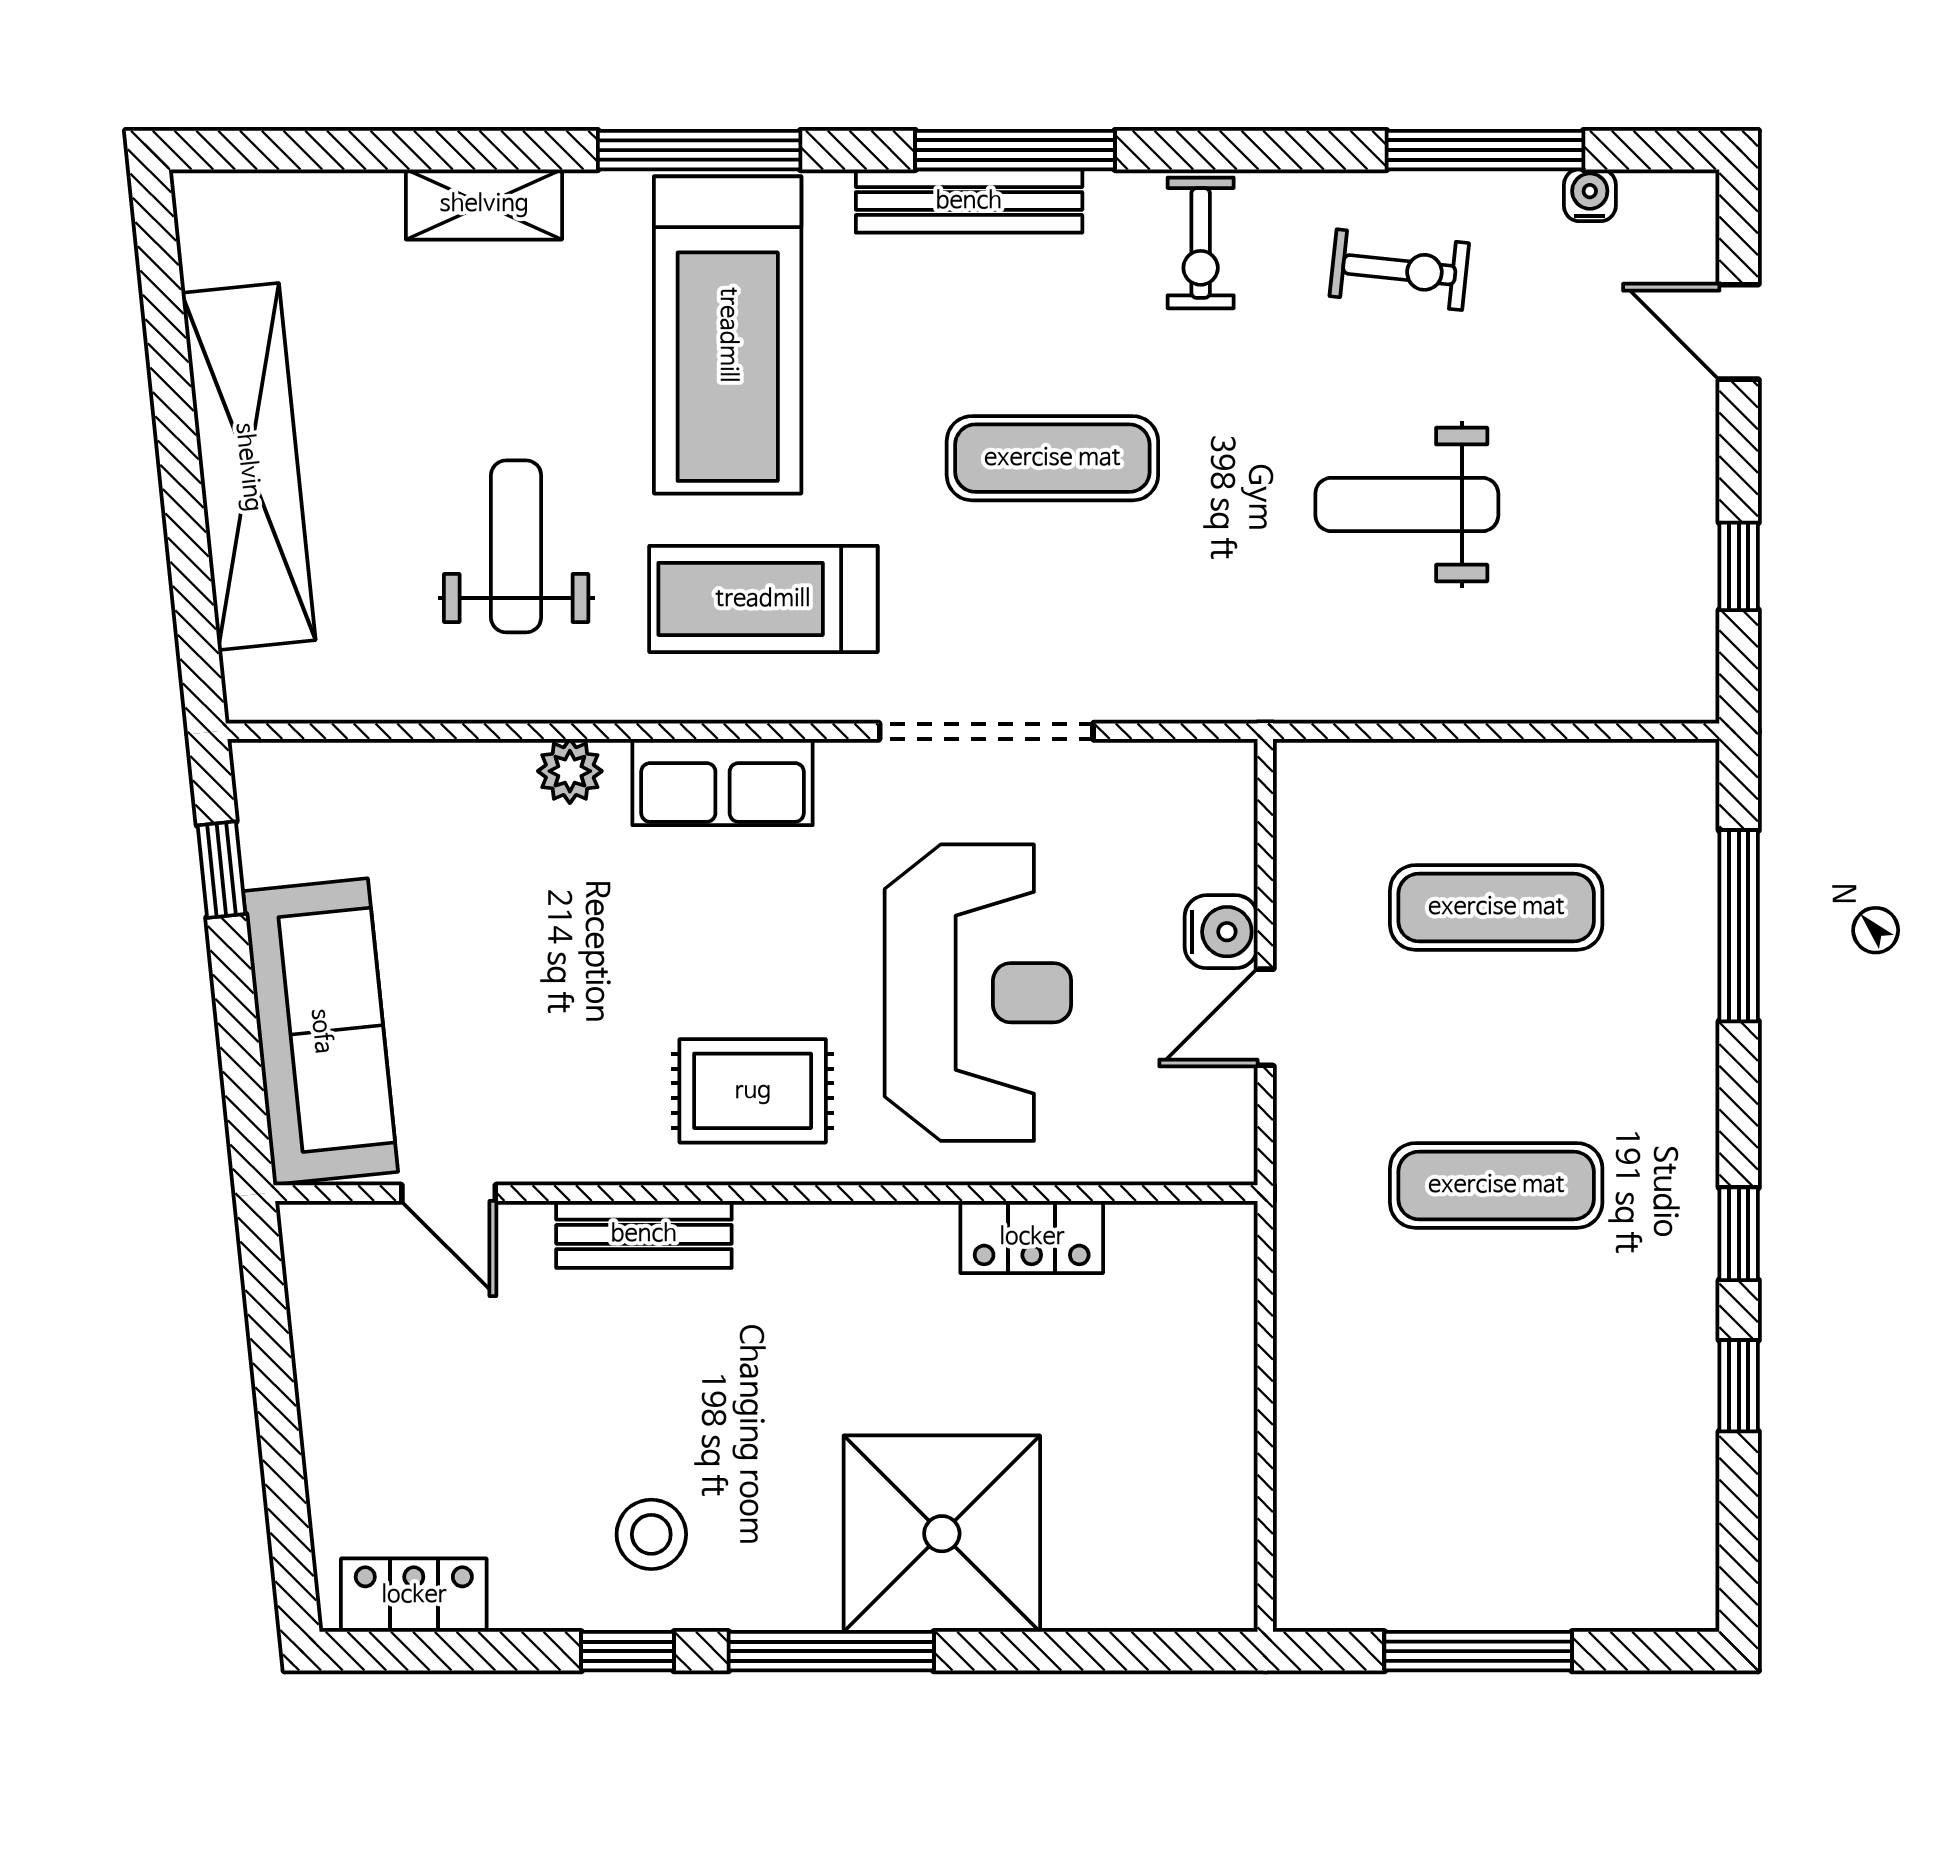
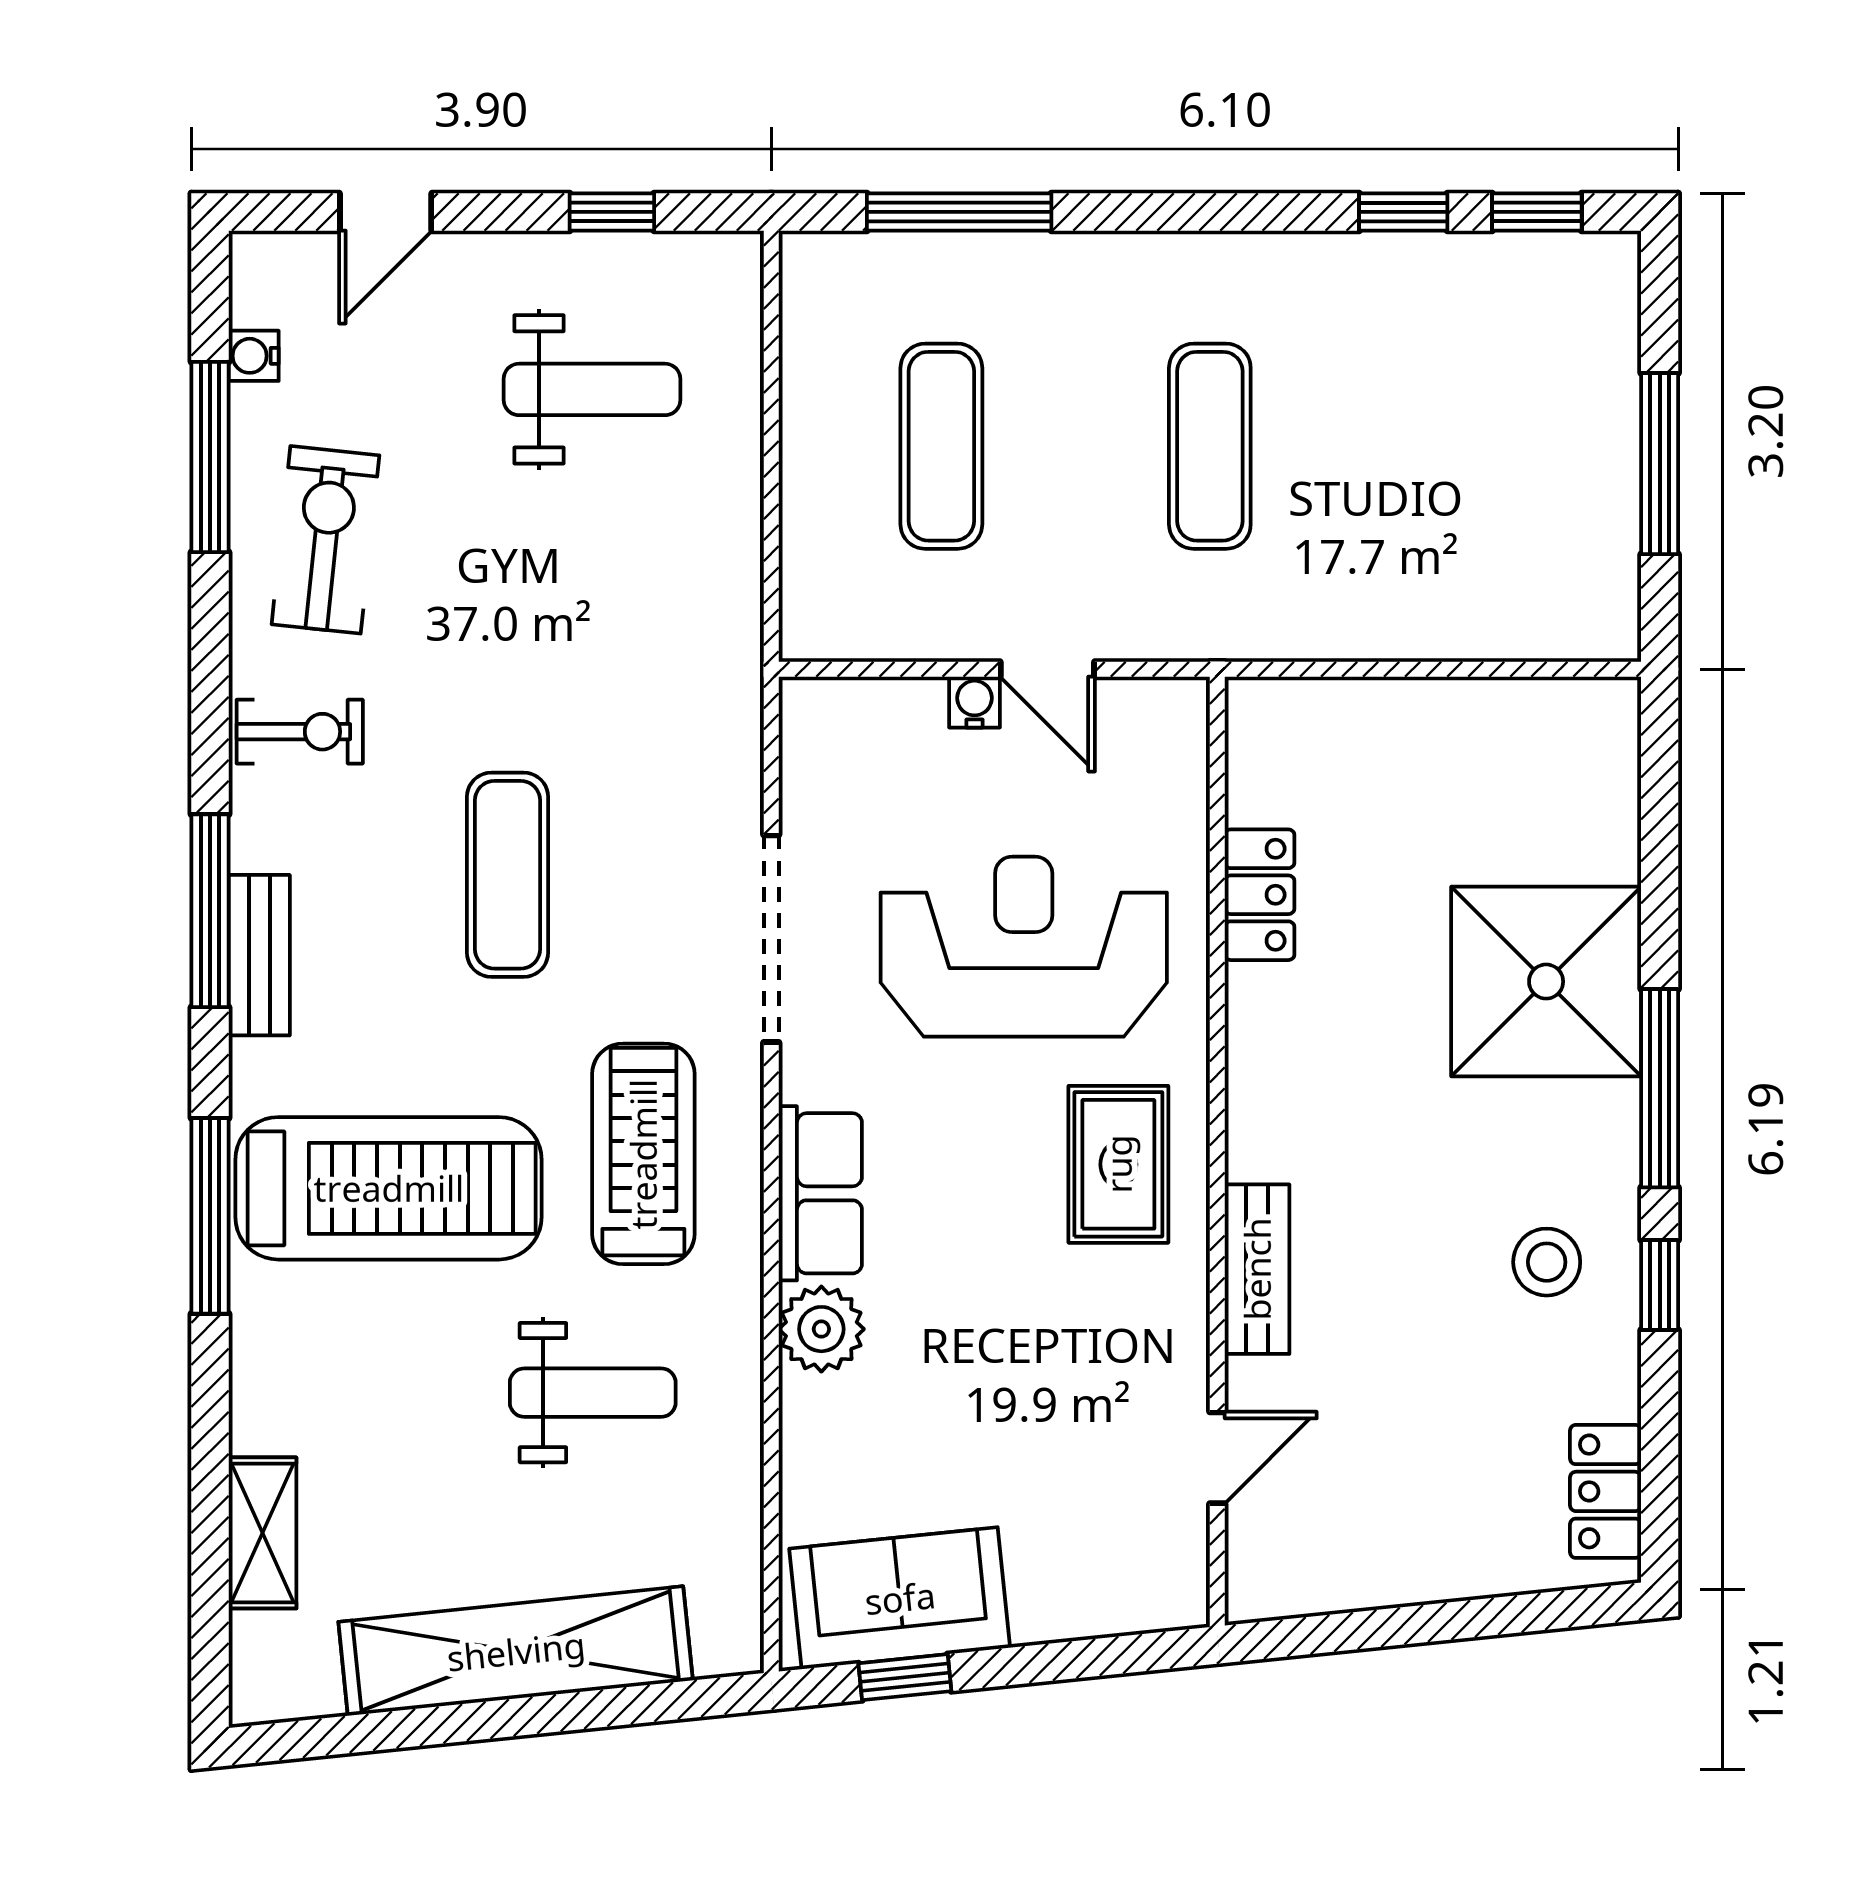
bench: (969, 201) -> (259, 955), width x0.73
shelving: (484, 204) -> (263, 1533), moved
exercise bike: (1399, 270) -> (326, 540), width x1.38, depth x1.39
weight bench: (1407, 505) -> (592, 389), moved, turned -90
weight bench: (516, 546) -> (593, 1393), turned 180
treadmill: (763, 599) -> (643, 1154), turned 180
plant: (570, 771) -> (821, 1329), width x1.38, depth x1.38
water cooler: (1221, 932) -> (975, 702), width x0.72, depth x0.72
sofa: (321, 1031) -> (900, 1598), moved, width x0.73
window: (1739, 1234) -> (1537, 212), moved

